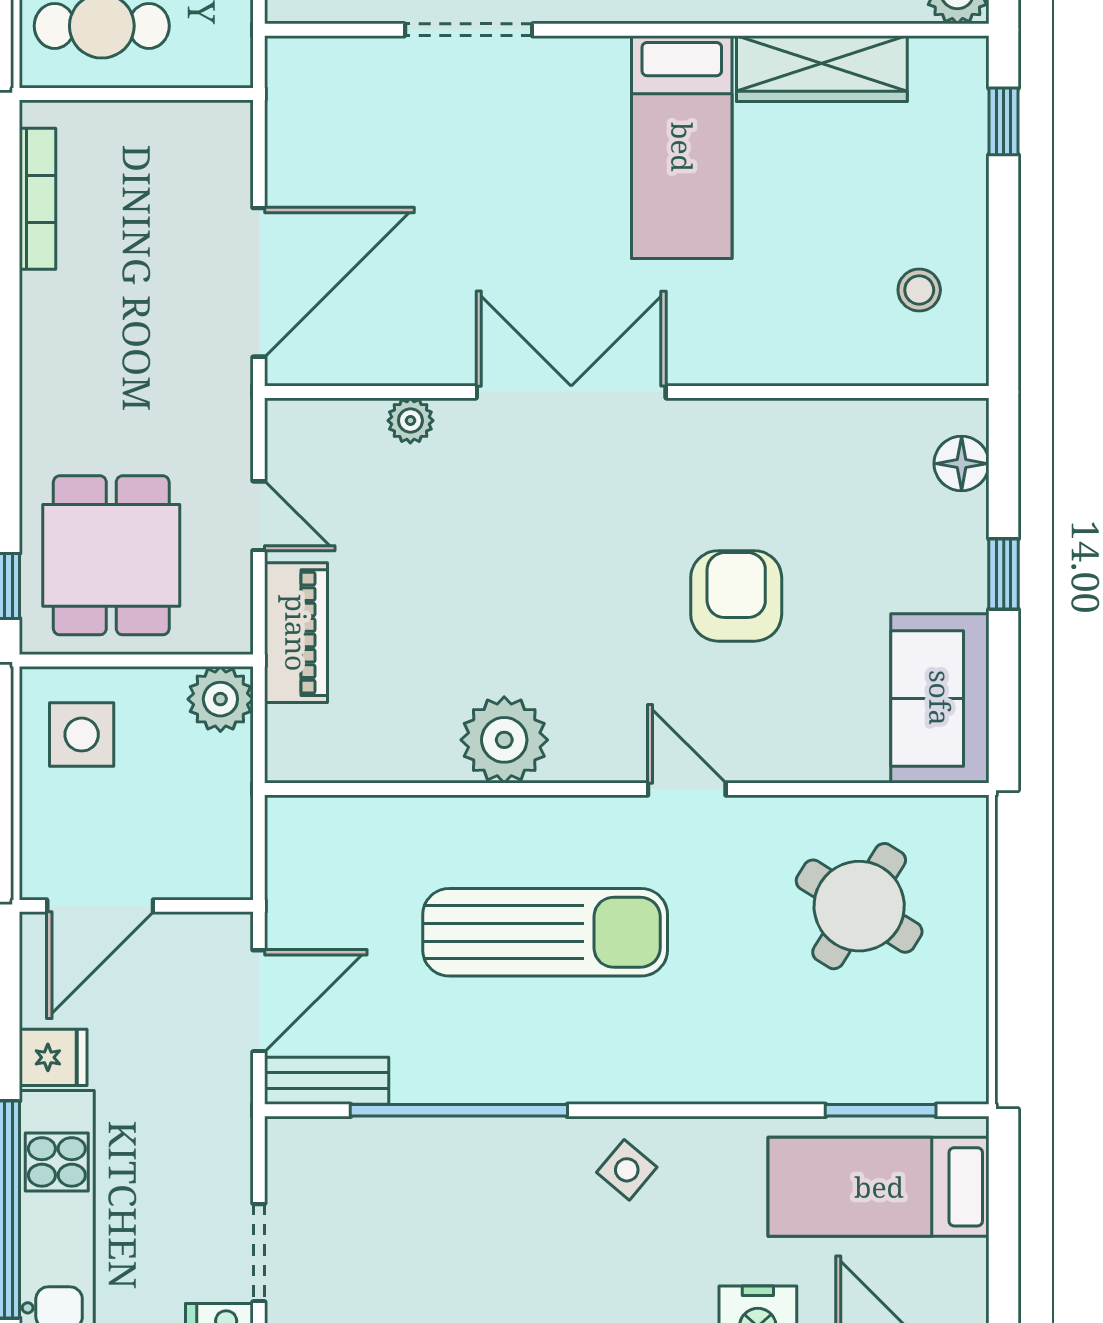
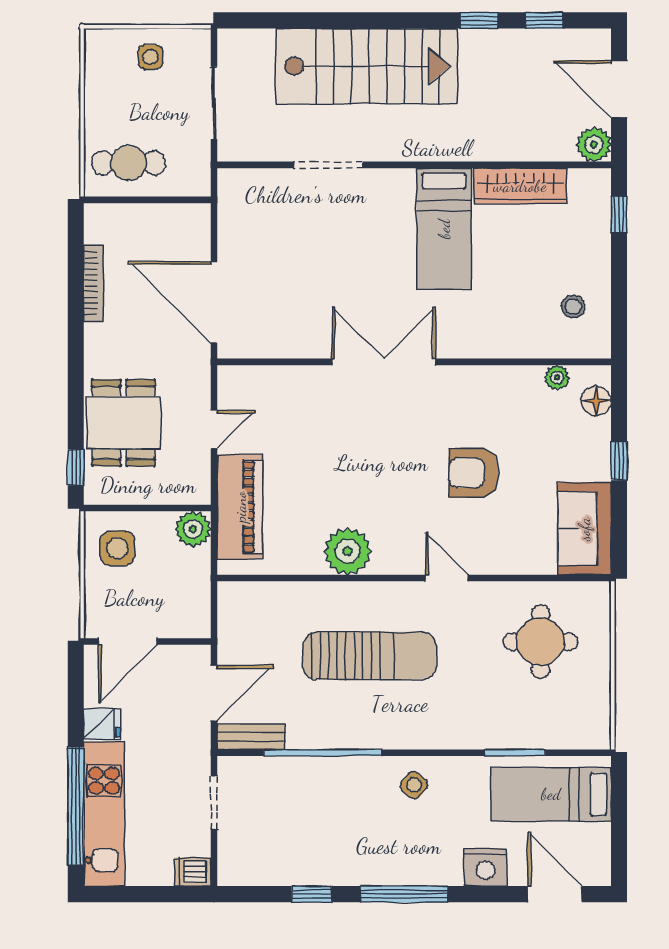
bookcase: (38, 199) -> (94, 283), moved
door: (259, 282) -> (214, 302), swing flipped
plant: (410, 421) -> (557, 377), moved
door: (259, 516) -> (214, 429), hinge flipped
dining table: (111, 555) -> (123, 423), moved
armchair: (736, 596) -> (474, 473), turned -90
piano: (296, 633) -> (240, 507), width x1.37, depth x1.33
round table: (859, 906) -> (540, 642), turned -32
window: (881, 1110) -> (515, 753), moved
doorway: (259, 1253) -> (214, 803), moved

